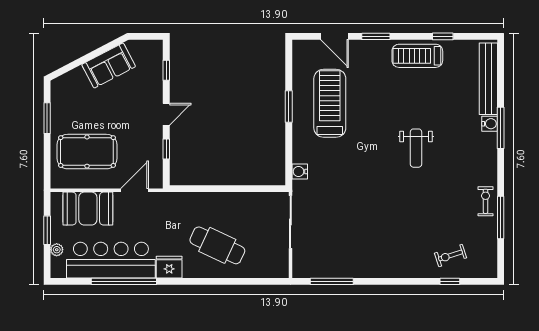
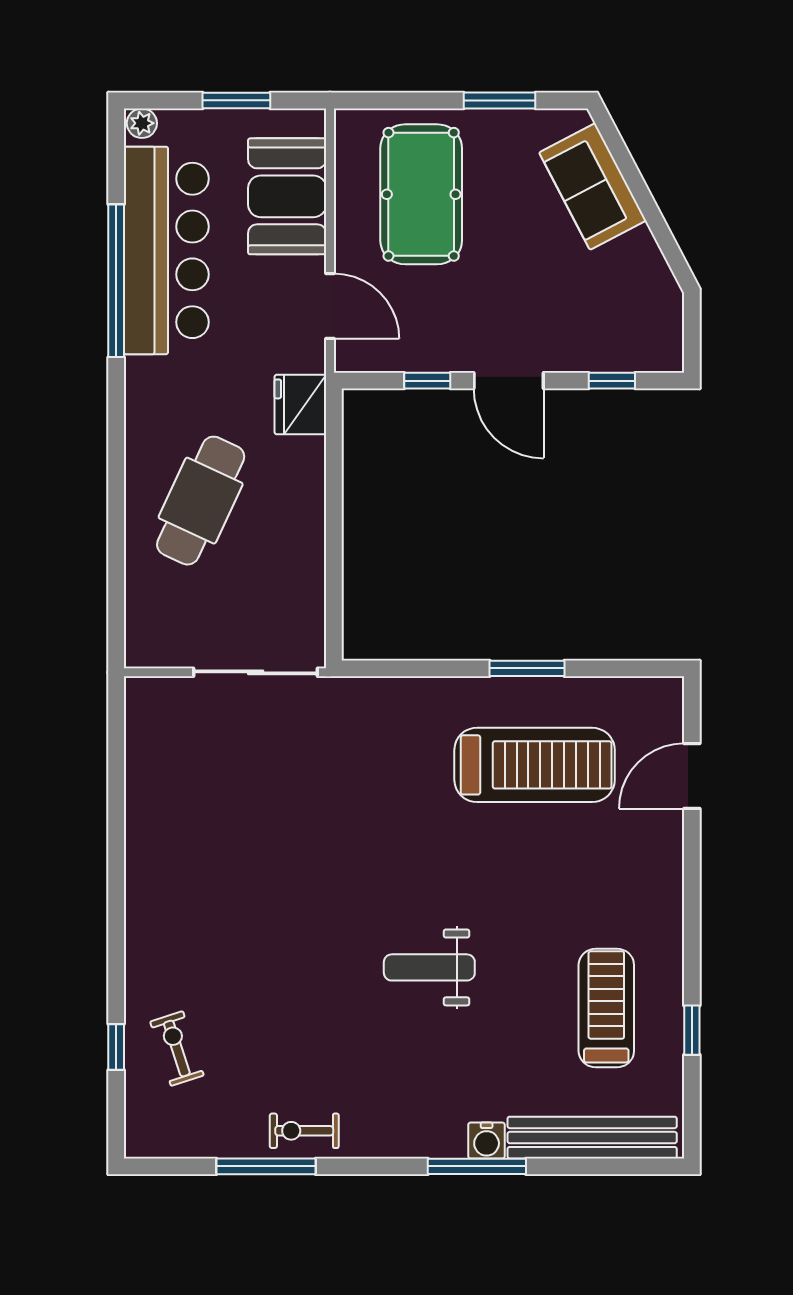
window: (376, 36) -> (692, 873), removed
treadmill: (417, 56) -> (606, 1008), moved
sofa: (109, 66) -> (593, 187), moved
door: (166, 114) -> (509, 381), width x1.38
water cooler: (300, 171) -> (374, 694), removed
exercise bike: (486, 201) -> (304, 1131), turned 180
plant: (57, 250) -> (142, 123), moved
fridge: (169, 267) -> (300, 404), moved, turned 180
window: (332, 281) -> (116, 769), removed

